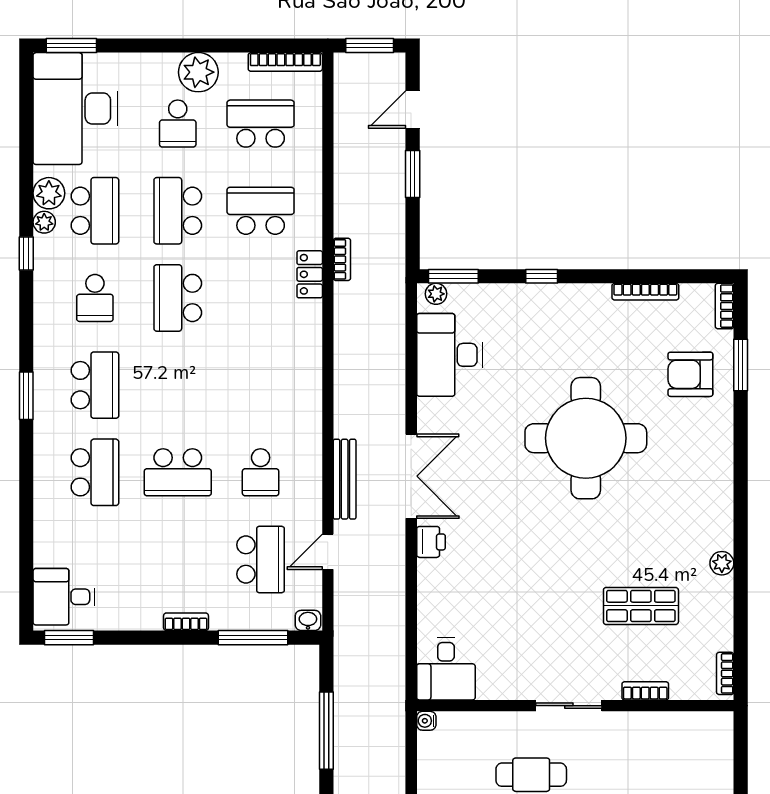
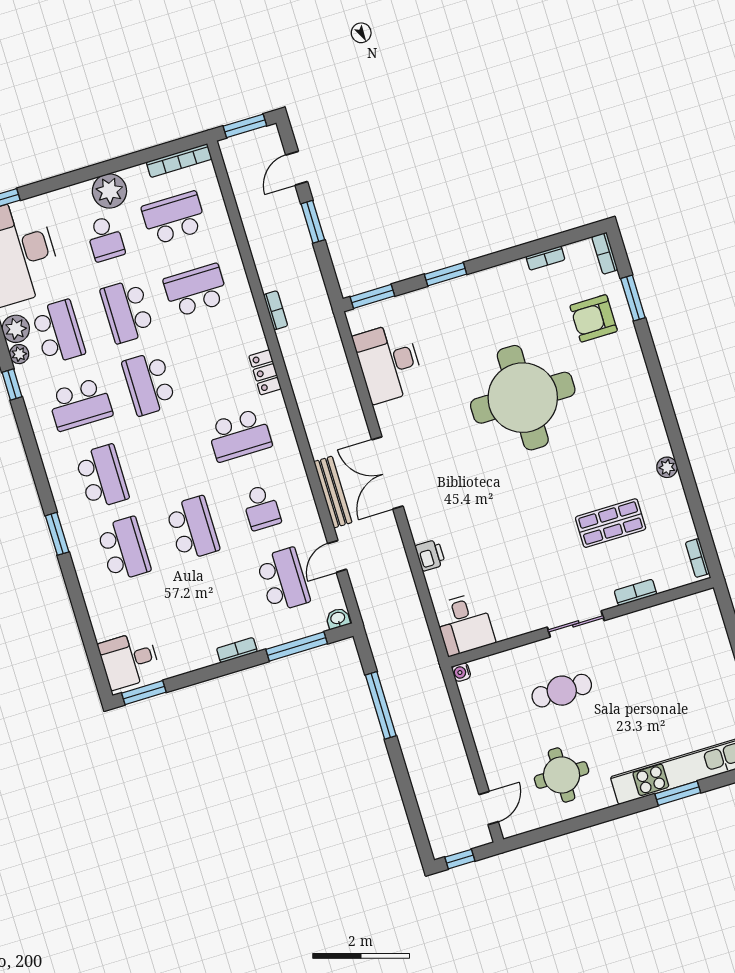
locker: (310, 274) -> (265, 372), moved
window: (542, 276) -> (446, 274), width x1.50
bookcase: (645, 292) -> (545, 258), width x0.64
plant: (436, 294) -> (362, 315), removed
school desk: (95, 298) -> (80, 404), width x1.85
school desk: (261, 385) -> (240, 435), added
window: (26, 396) -> (57, 534), moved
school desk: (178, 472) -> (193, 528), turned -90
double door: (411, 476) -> (387, 473), swing flipped
printer: (431, 542) -> (430, 555), moved

